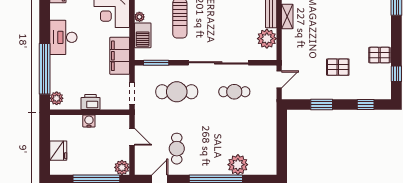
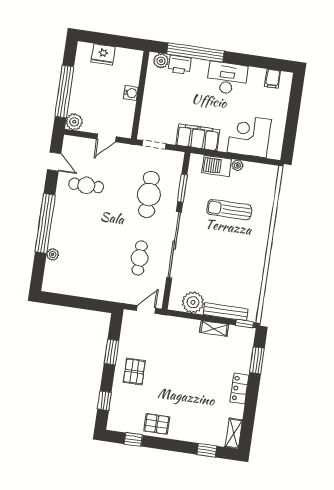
pallet: (380, 55) -> (157, 424), turned 90
window: (156, 63) -> (182, 188), moved
pallet: (338, 67) -> (134, 372), moved
door: (279, 79) -> (146, 309), swing flipped
printer: (91, 102) -> (180, 65), moved, turned 90
plant: (238, 165) -> (53, 255), width x0.53, depth x0.53

